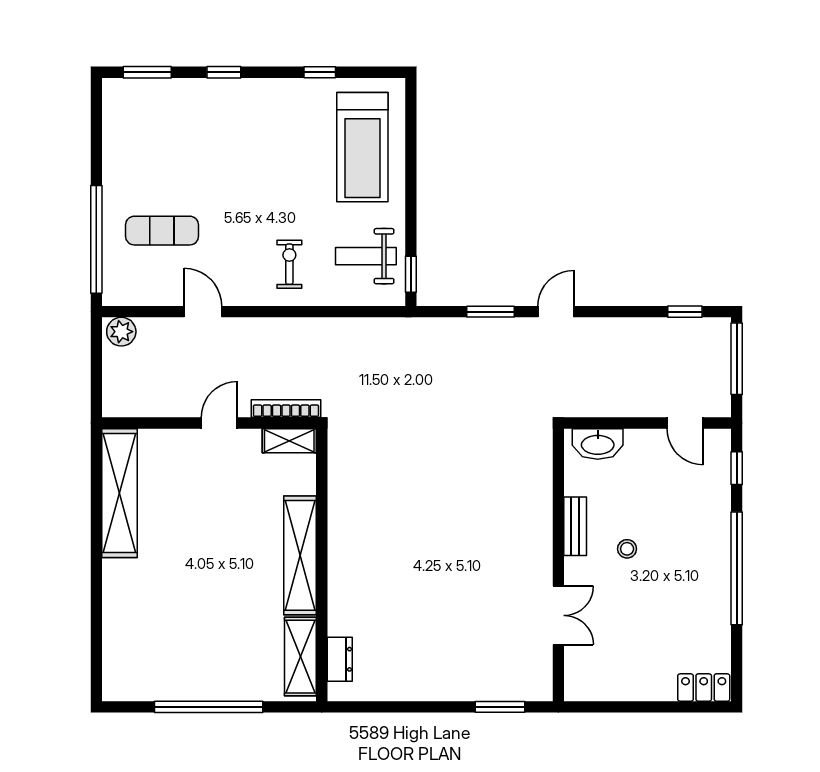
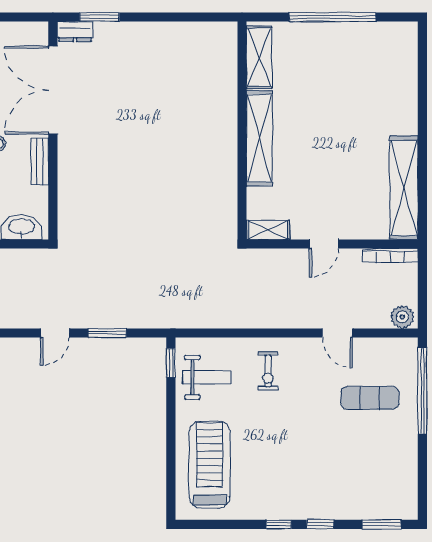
window: (320, 72) -> (279, 524), moved
bookcase: (286, 409) -> (390, 256), moved
double door: (558, 615) -> (53, 90), width x1.87
dresser: (340, 659) -> (75, 31), moved, turned -90

